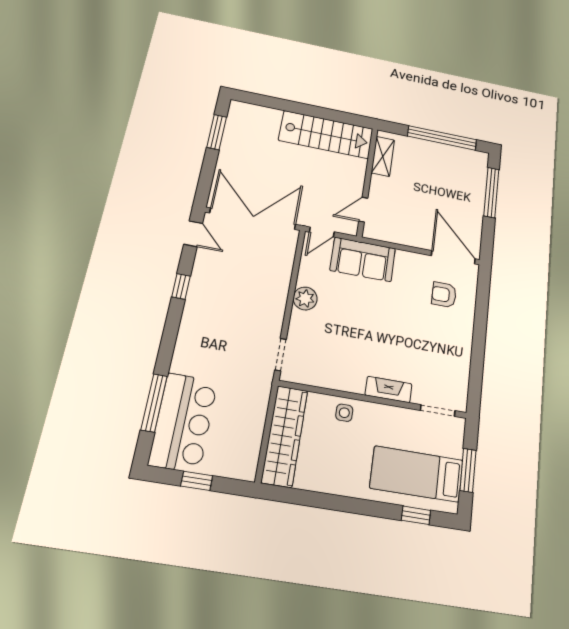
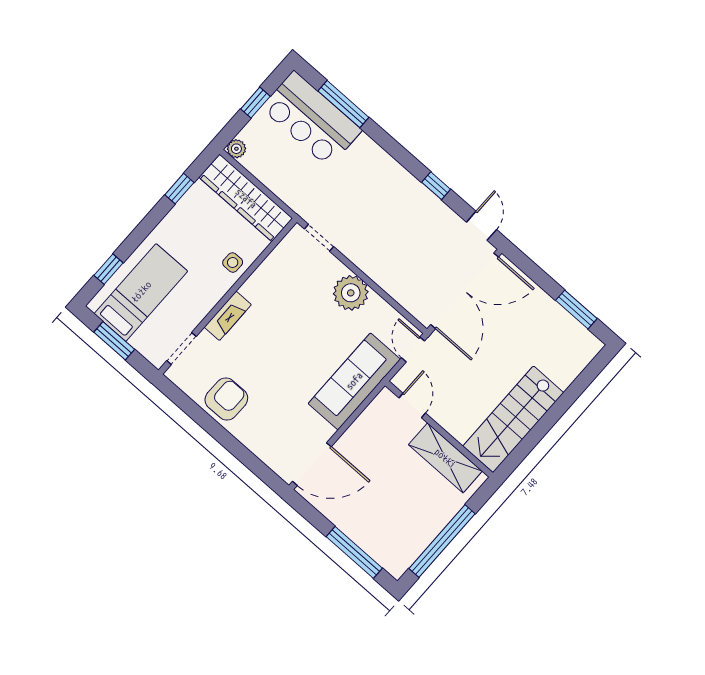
shelving: (383, 156) -> (445, 458), width x1.50, depth x1.33
door: (193, 234) -> (482, 226), swing flipped
sofa: (363, 259) -> (354, 381), width x1.36
armchair: (444, 295) -> (226, 399), moved, width x1.38, depth x1.38
plant: (305, 299) -> (351, 293), width x1.36, depth x1.36
plant: (247, 471) -> (236, 149), added
window: (312, 499) -> (179, 189), added

